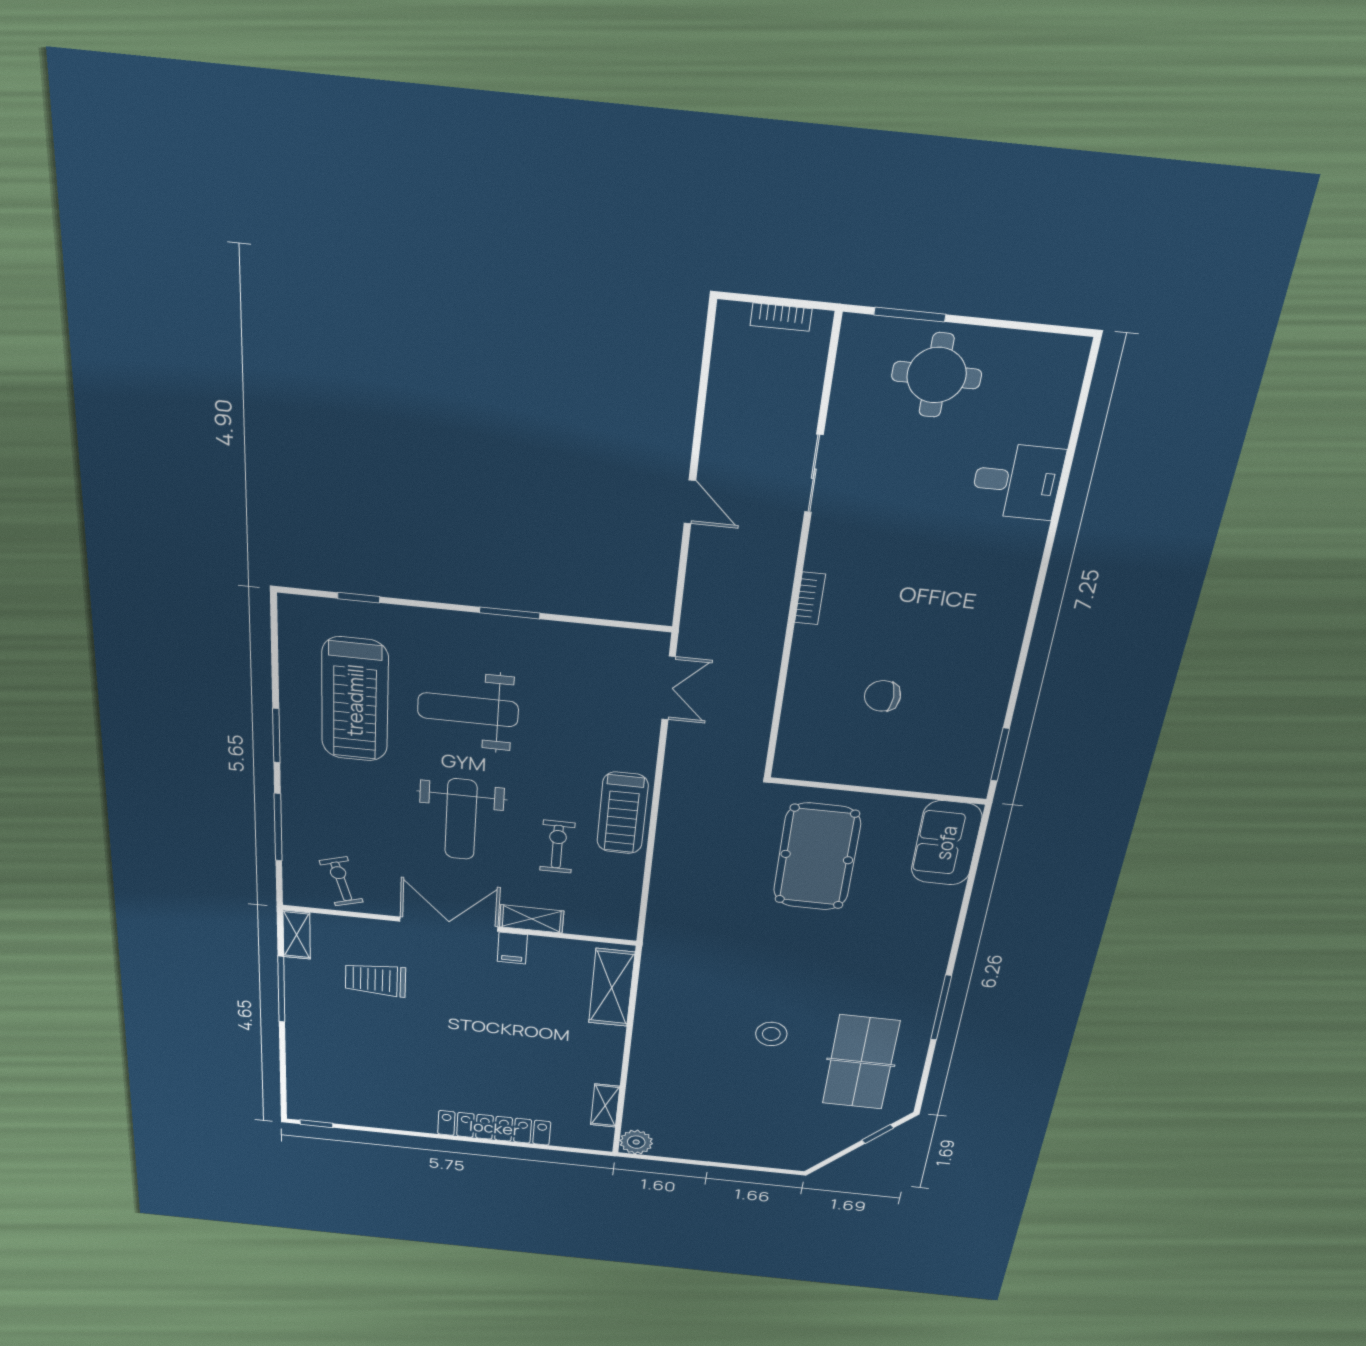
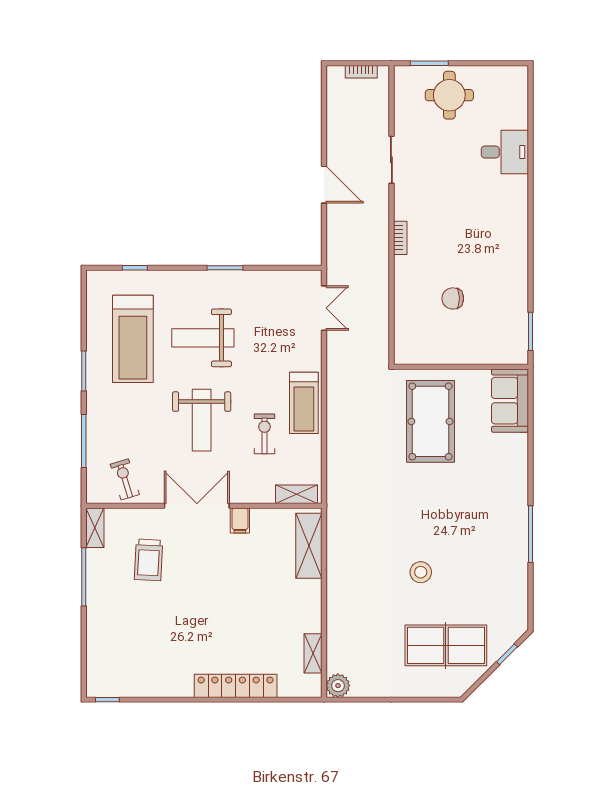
door: (690, 502) -> (324, 185), width x1.38
shelving: (532, 919) -> (297, 494), moved
trolley: (376, 980) -> (149, 560), turned -87
table tennis table: (861, 1062) -> (446, 645), moved, turned 90

